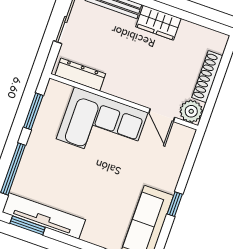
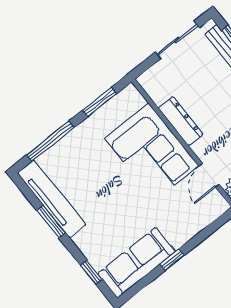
dresser: (80, 74) -> (181, 121), moved
window: (28, 225) -> (51, 222), moved

